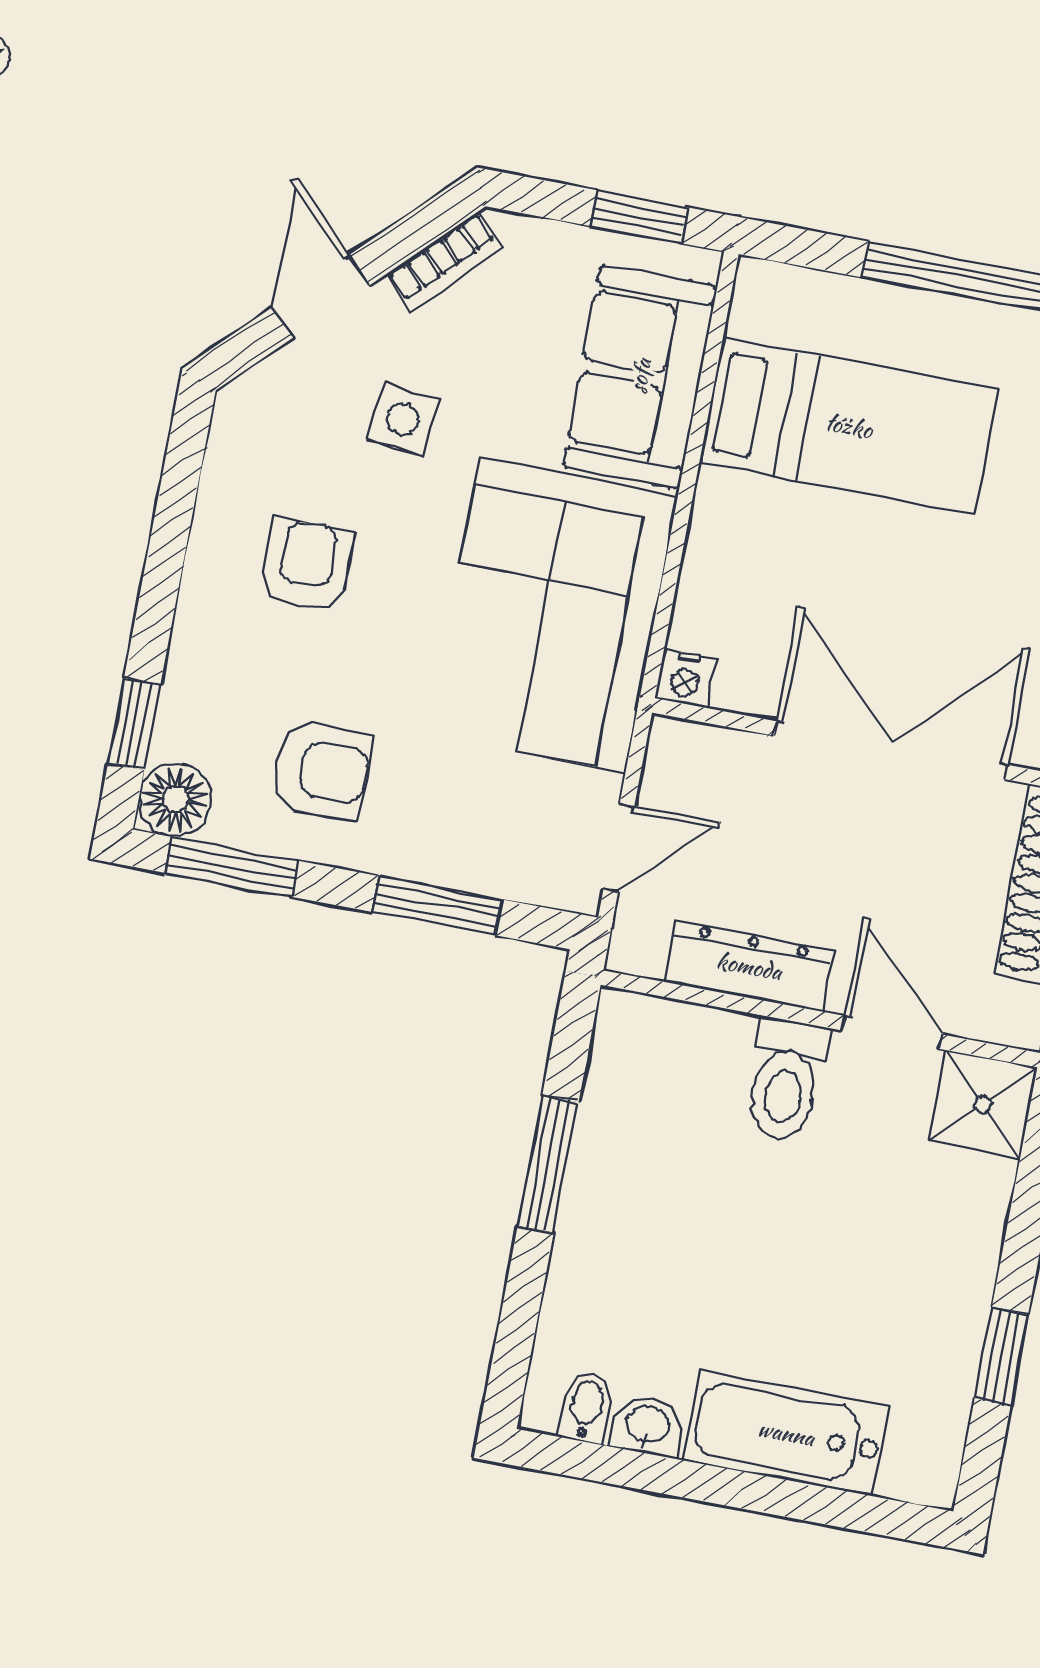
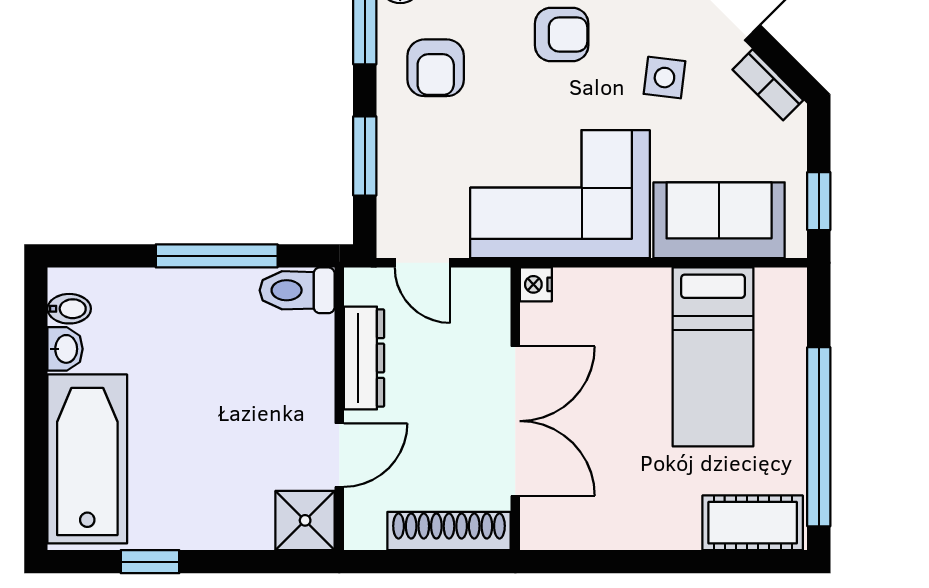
toilet: (786, 1080) -> (297, 290), moved
window: (548, 1164) -> (217, 256), width x1.44
bathtub: (786, 1433) -> (87, 459), width x1.36, depth x1.36

